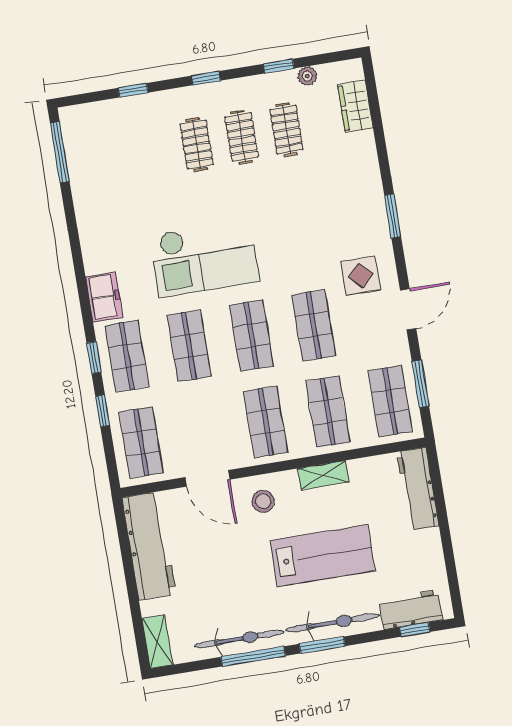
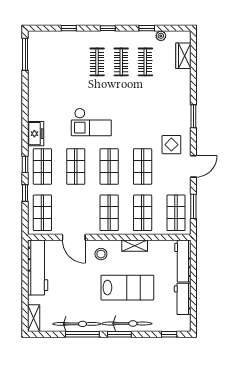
checkout: (204, 258) -> (91, 122), width x0.73, depth x0.83
workbench: (411, 610) -> (183, 299), moved, turned -90

